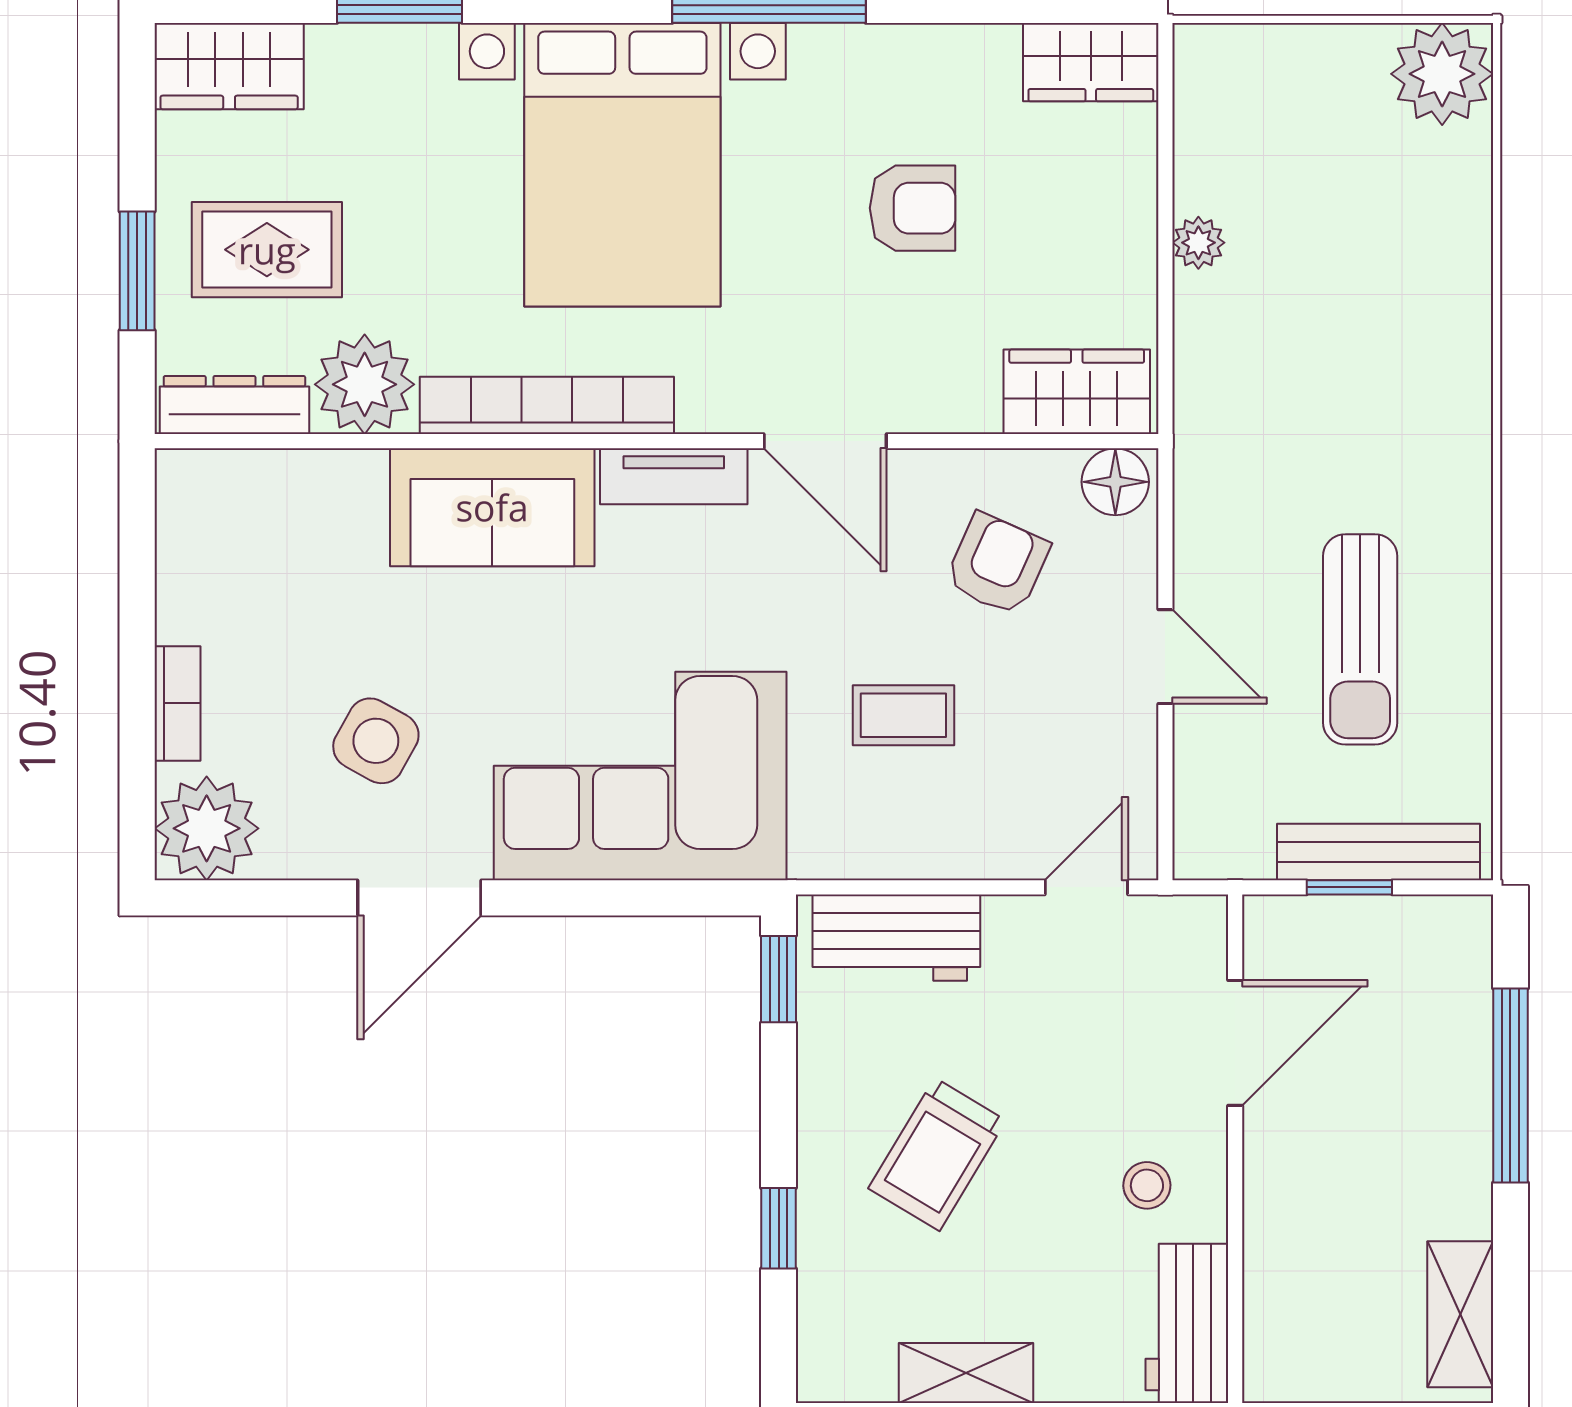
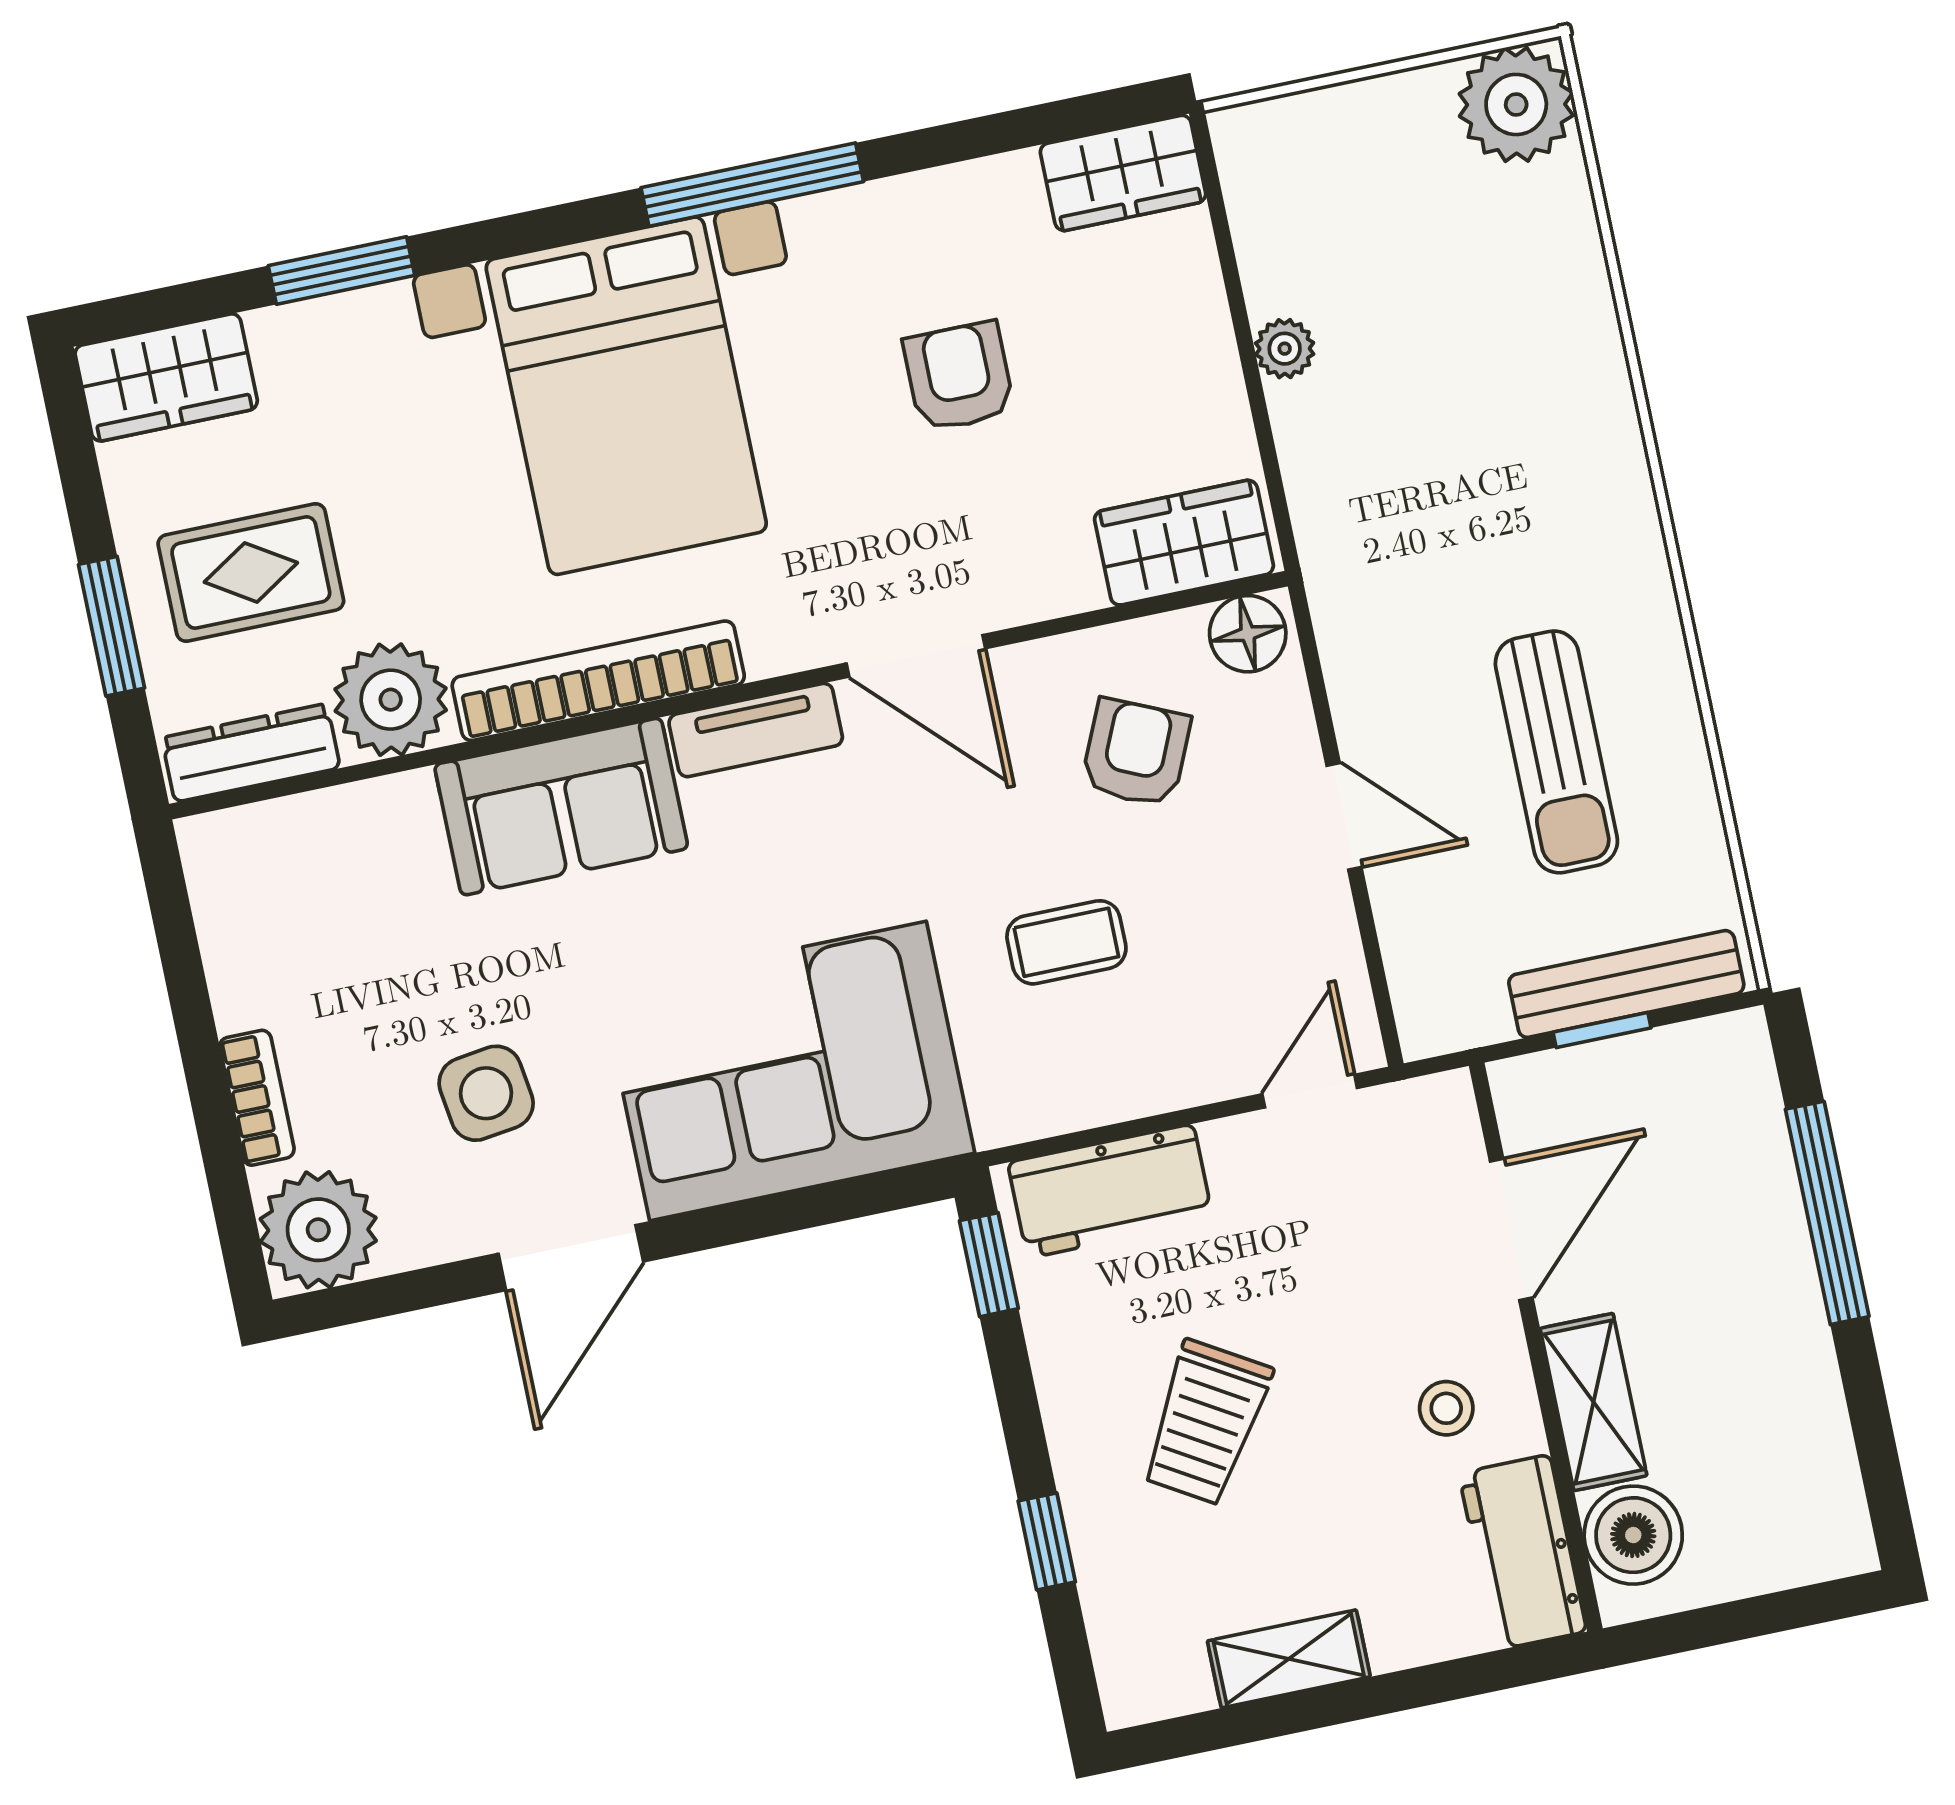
armchair: (913, 208) -> (959, 377), turned -90
side table: (376, 741) -> (486, 1093), turned -37
shelving: (1460, 1314) -> (1593, 1402), moved
boiler: (1285, 1328) -> (1633, 1535), added

